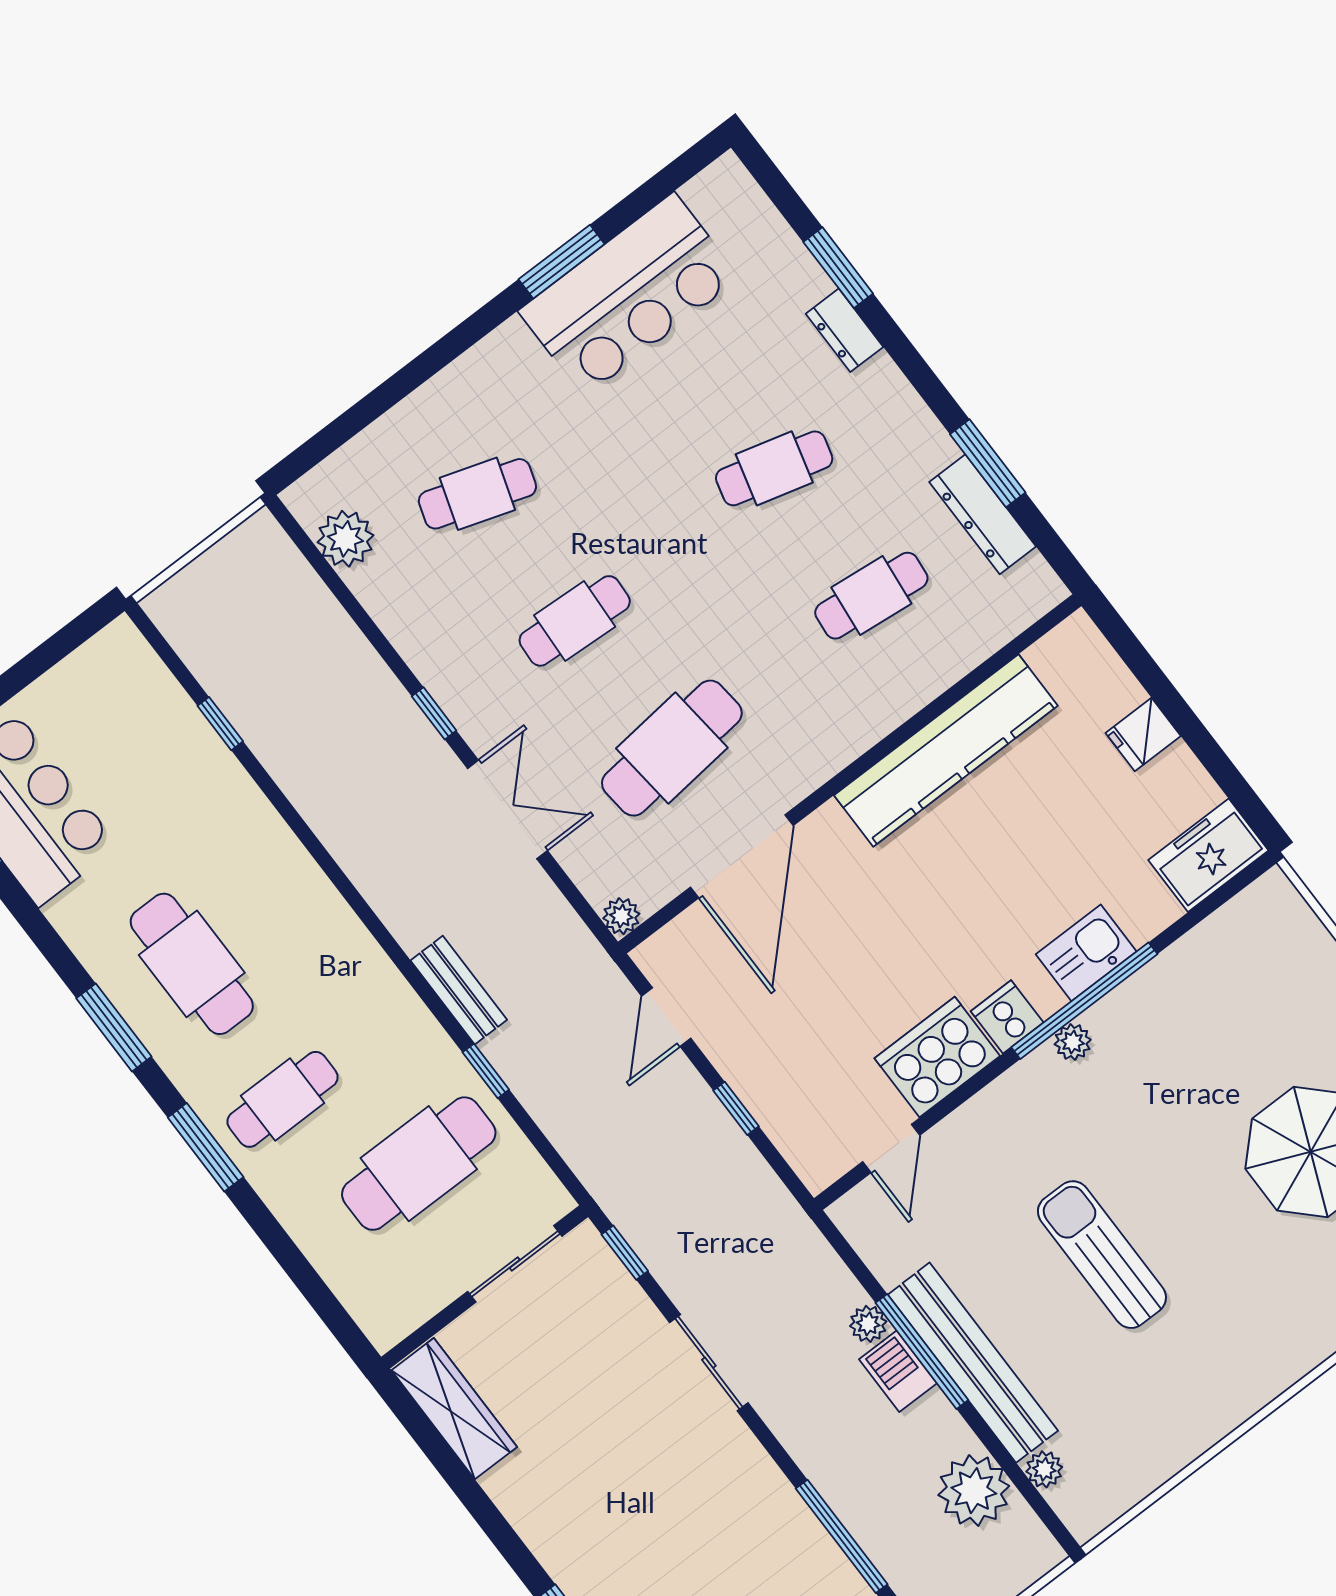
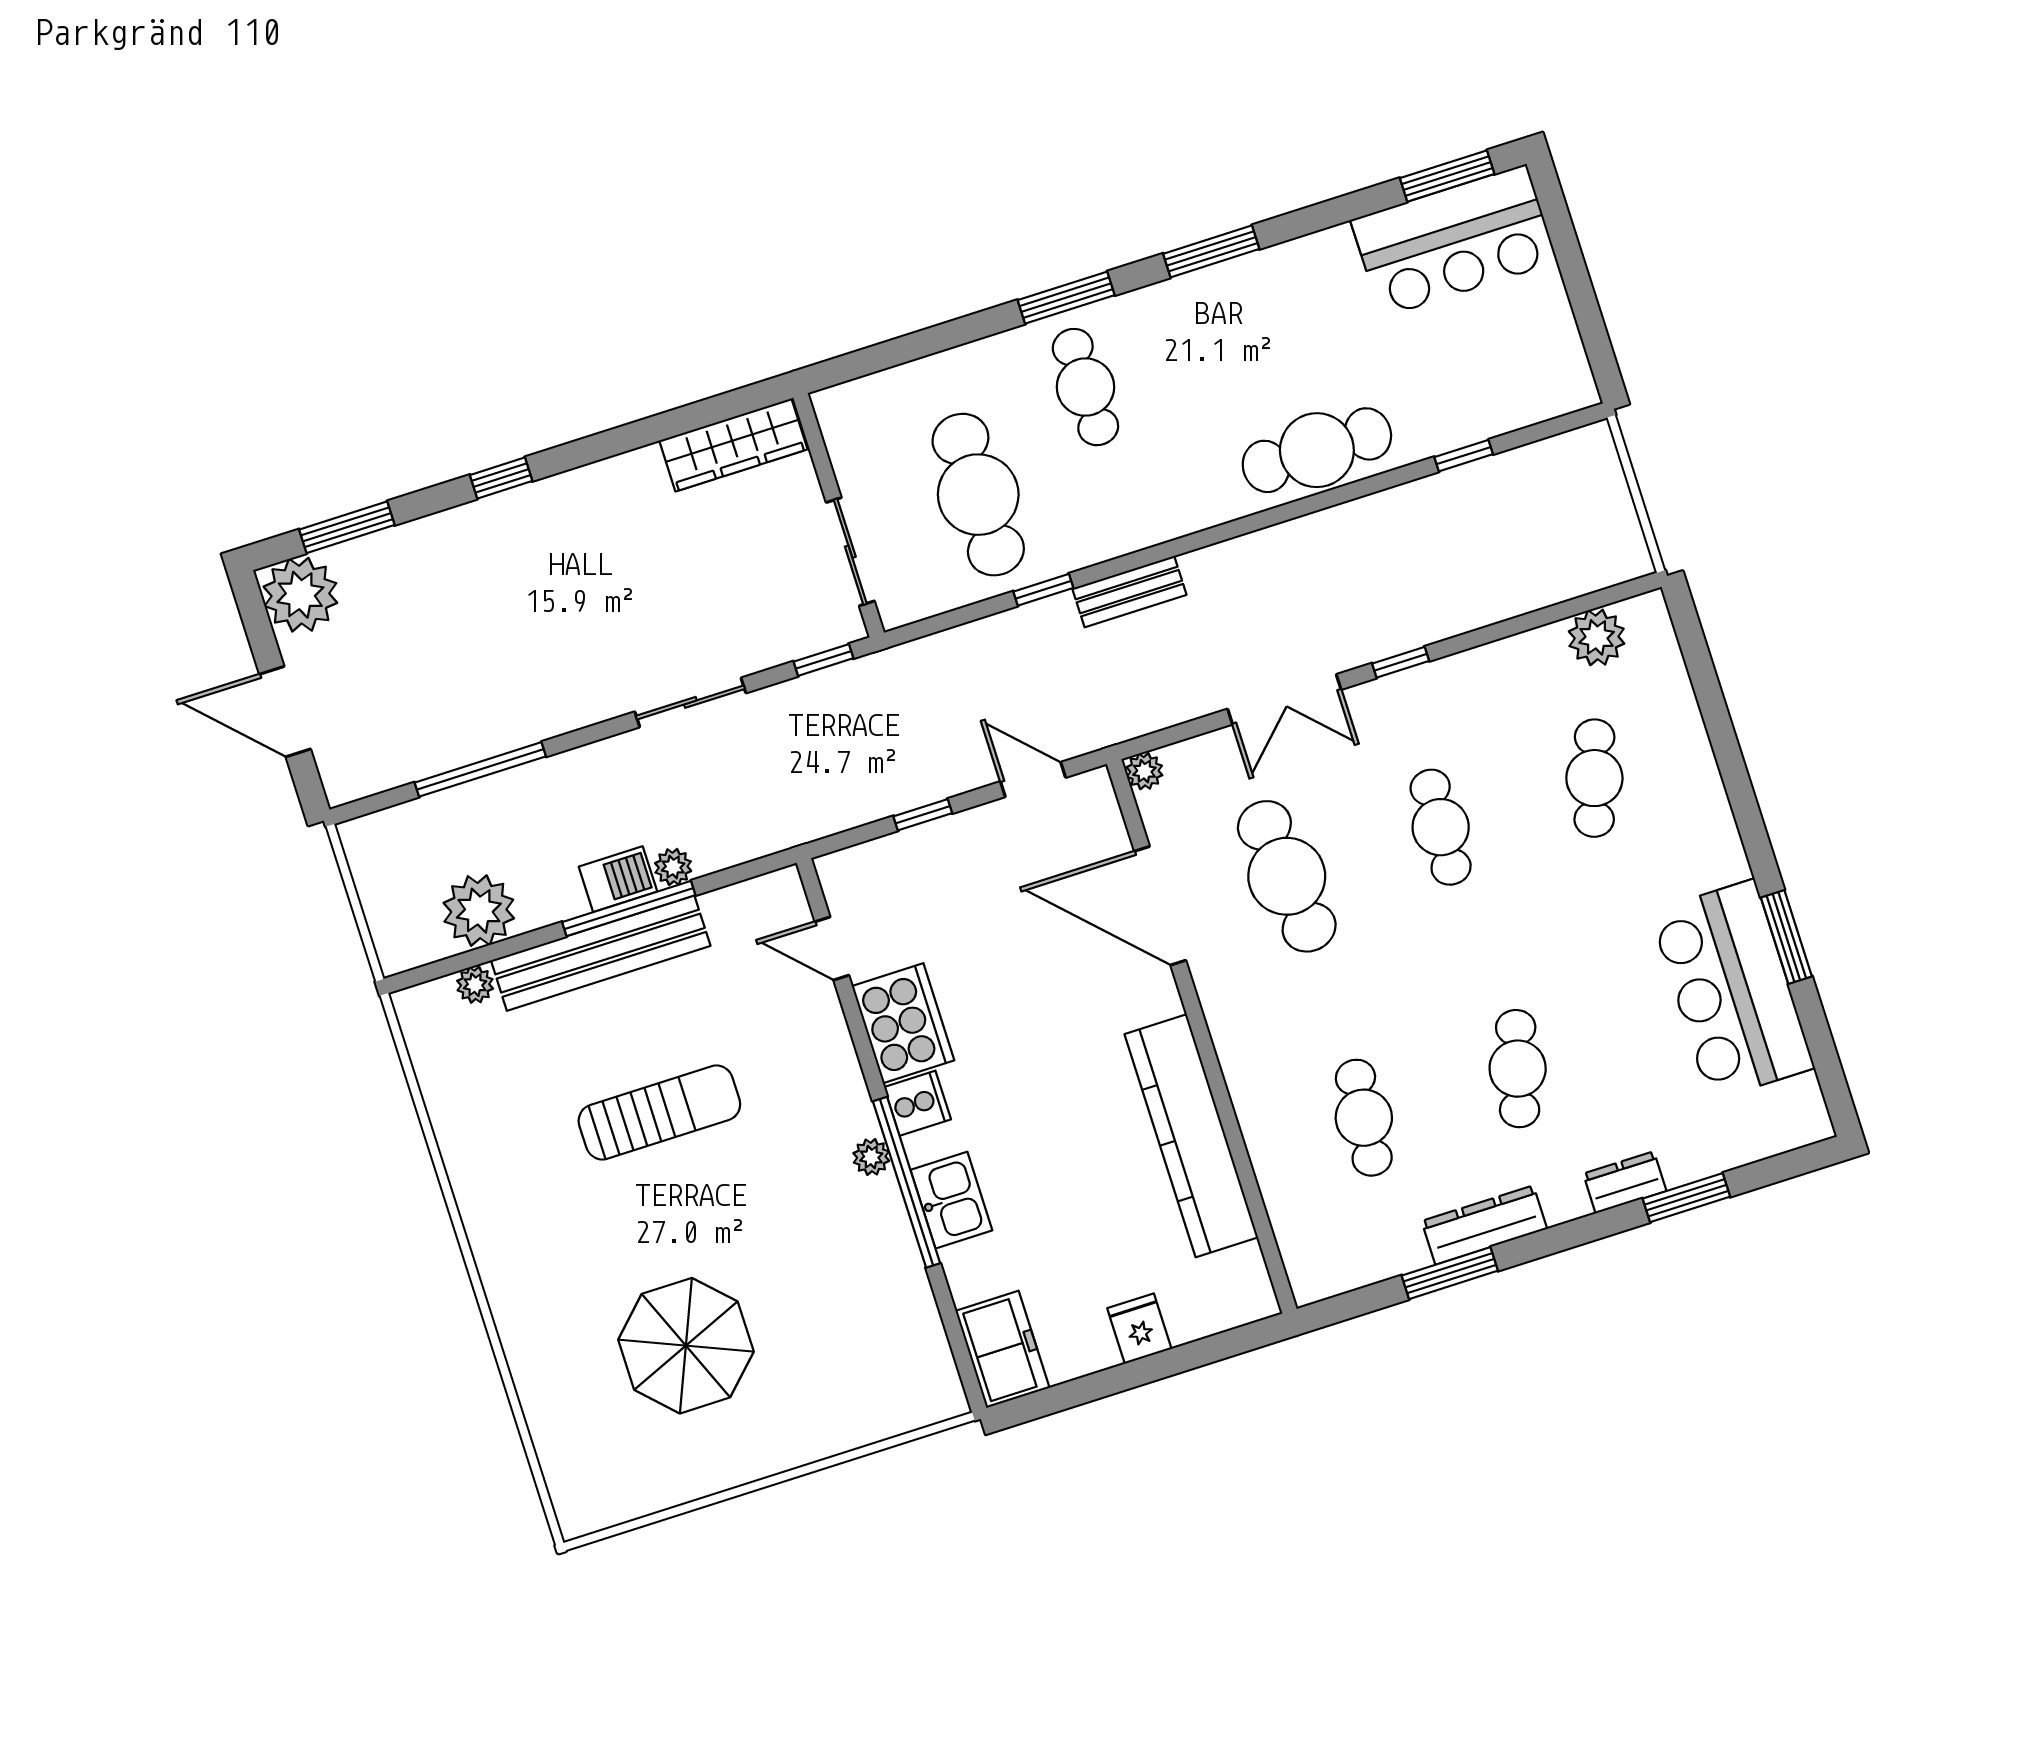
dresser: (983, 514) -> (1484, 1225), moved
cafe table: (192, 964) -> (1317, 450), moved

